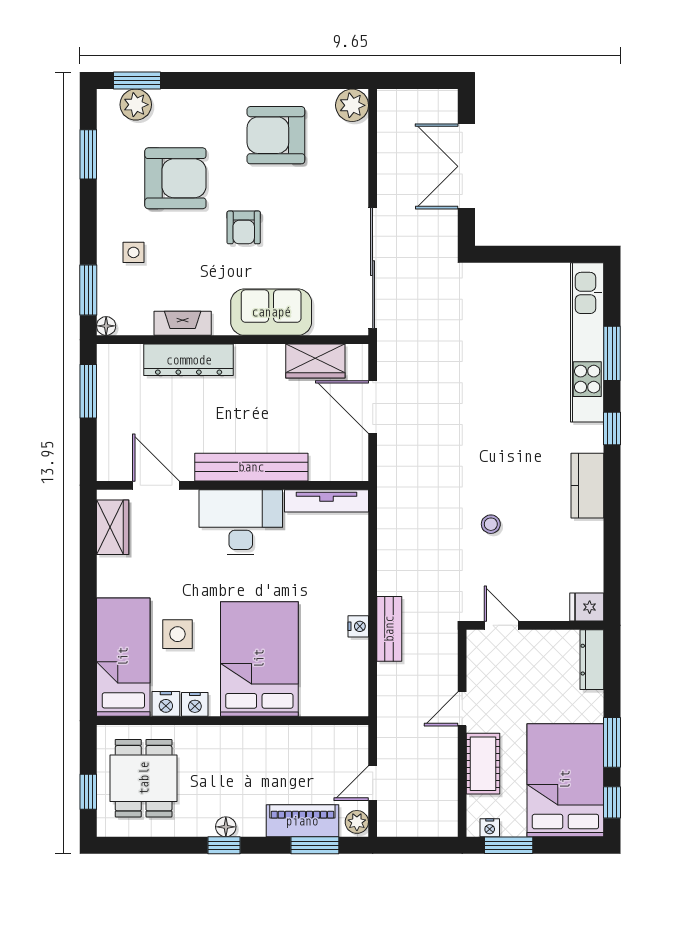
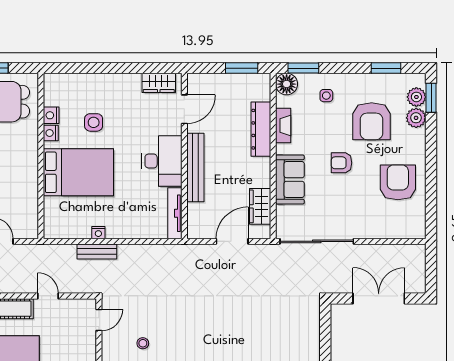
plant: (352, 105) -> (416, 118), moved
floor lamp: (106, 326) -> (287, 84), width x1.89, depth x1.89
stool: (491, 524) -> (143, 343), moved
bed: (123, 657) -> (80, 89), removed

